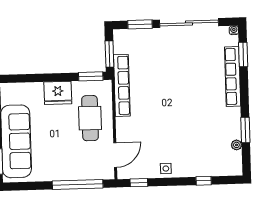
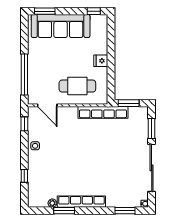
window: (91, 76) -> (111, 88), removed
row of seats: (233, 76) -> (81, 202), moved
fridge: (58, 93) -> (101, 61), width x0.53, depth x0.75

